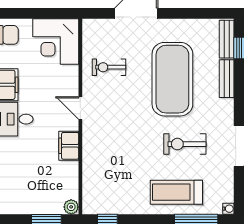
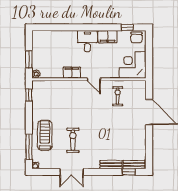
exercise mat: (172, 79) -> (111, 133), removed
door: (80, 108) -> (94, 79), swing flipped

